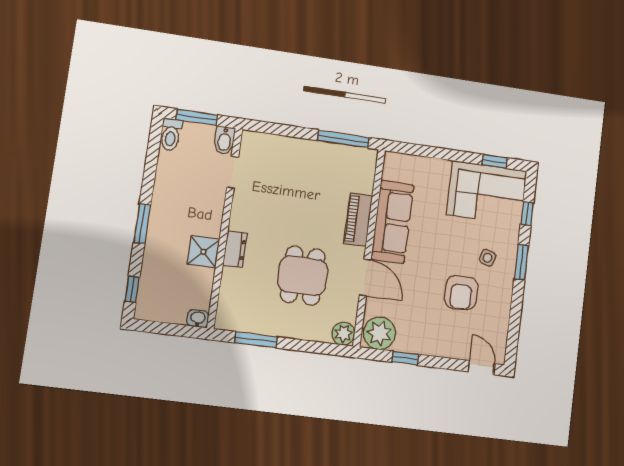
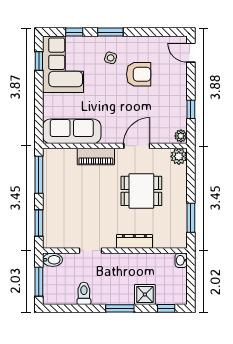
window: (278, 129) -> (39, 223), added
toilet: (171, 135) -> (84, 293), moved, turned -90
doorway: (233, 172) -> (91, 251), moved
sofa: (392, 222) -> (72, 131), moved
dresser: (235, 249) -> (134, 241), width x1.44
shower: (203, 252) -> (145, 294), moved
plant: (379, 333) -> (181, 136), width x0.53, depth x0.53
door: (482, 368) -> (191, 53), hinge flipped

